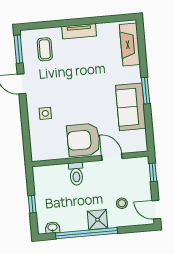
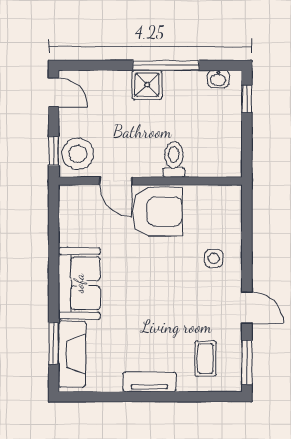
window: (146, 91) -> (54, 344), moved
sofa: (131, 107) -> (79, 283), moved
stool: (122, 203) -> (78, 154), moved, width x1.89, depth x1.89
window: (32, 204) -> (247, 99), moved
window: (87, 233) -> (166, 65), width x0.68

